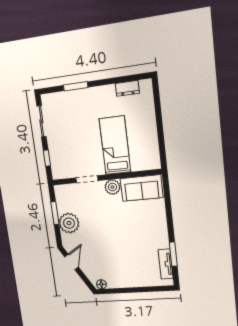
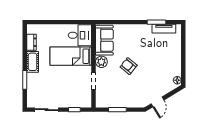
cot: (101, 94) -> (33, 62), added
desk: (144, 155) -> (80, 35), added
plant: (69, 223) -> (126, 99), removed
armchair: (111, 223) -> (129, 66), added
door: (71, 262) -> (157, 102), swing flipped

